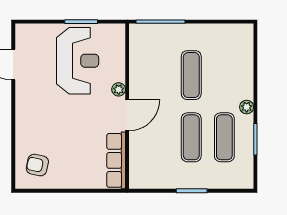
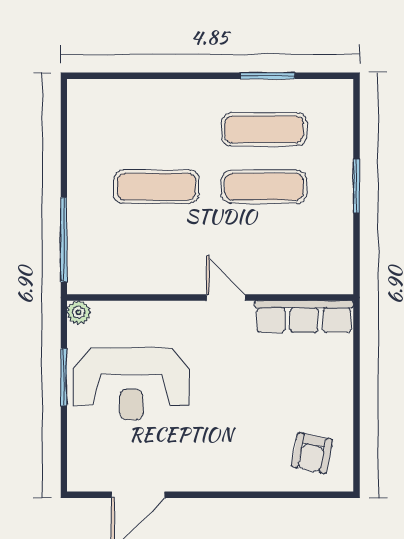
reception desk: (78, 61) -> (131, 383), turned 180
plant: (119, 89) -> (79, 312), moved
plant: (247, 107) -> (212, 91), removed
door: (127, 115) -> (226, 298), width x0.73

